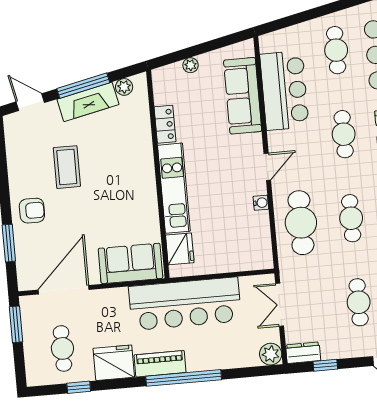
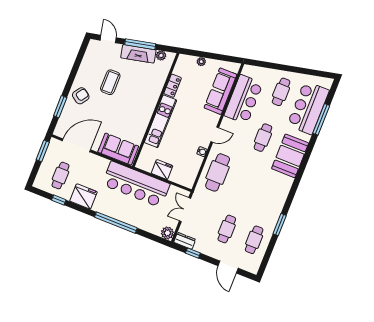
armchair: (32, 211) -> (81, 96), turned -56
cafe table: (351, 218) -> (245, 183), removed
fridge: (180, 249) -> (162, 169), moved, turned -90
piano: (160, 364) -> (107, 209), removed

